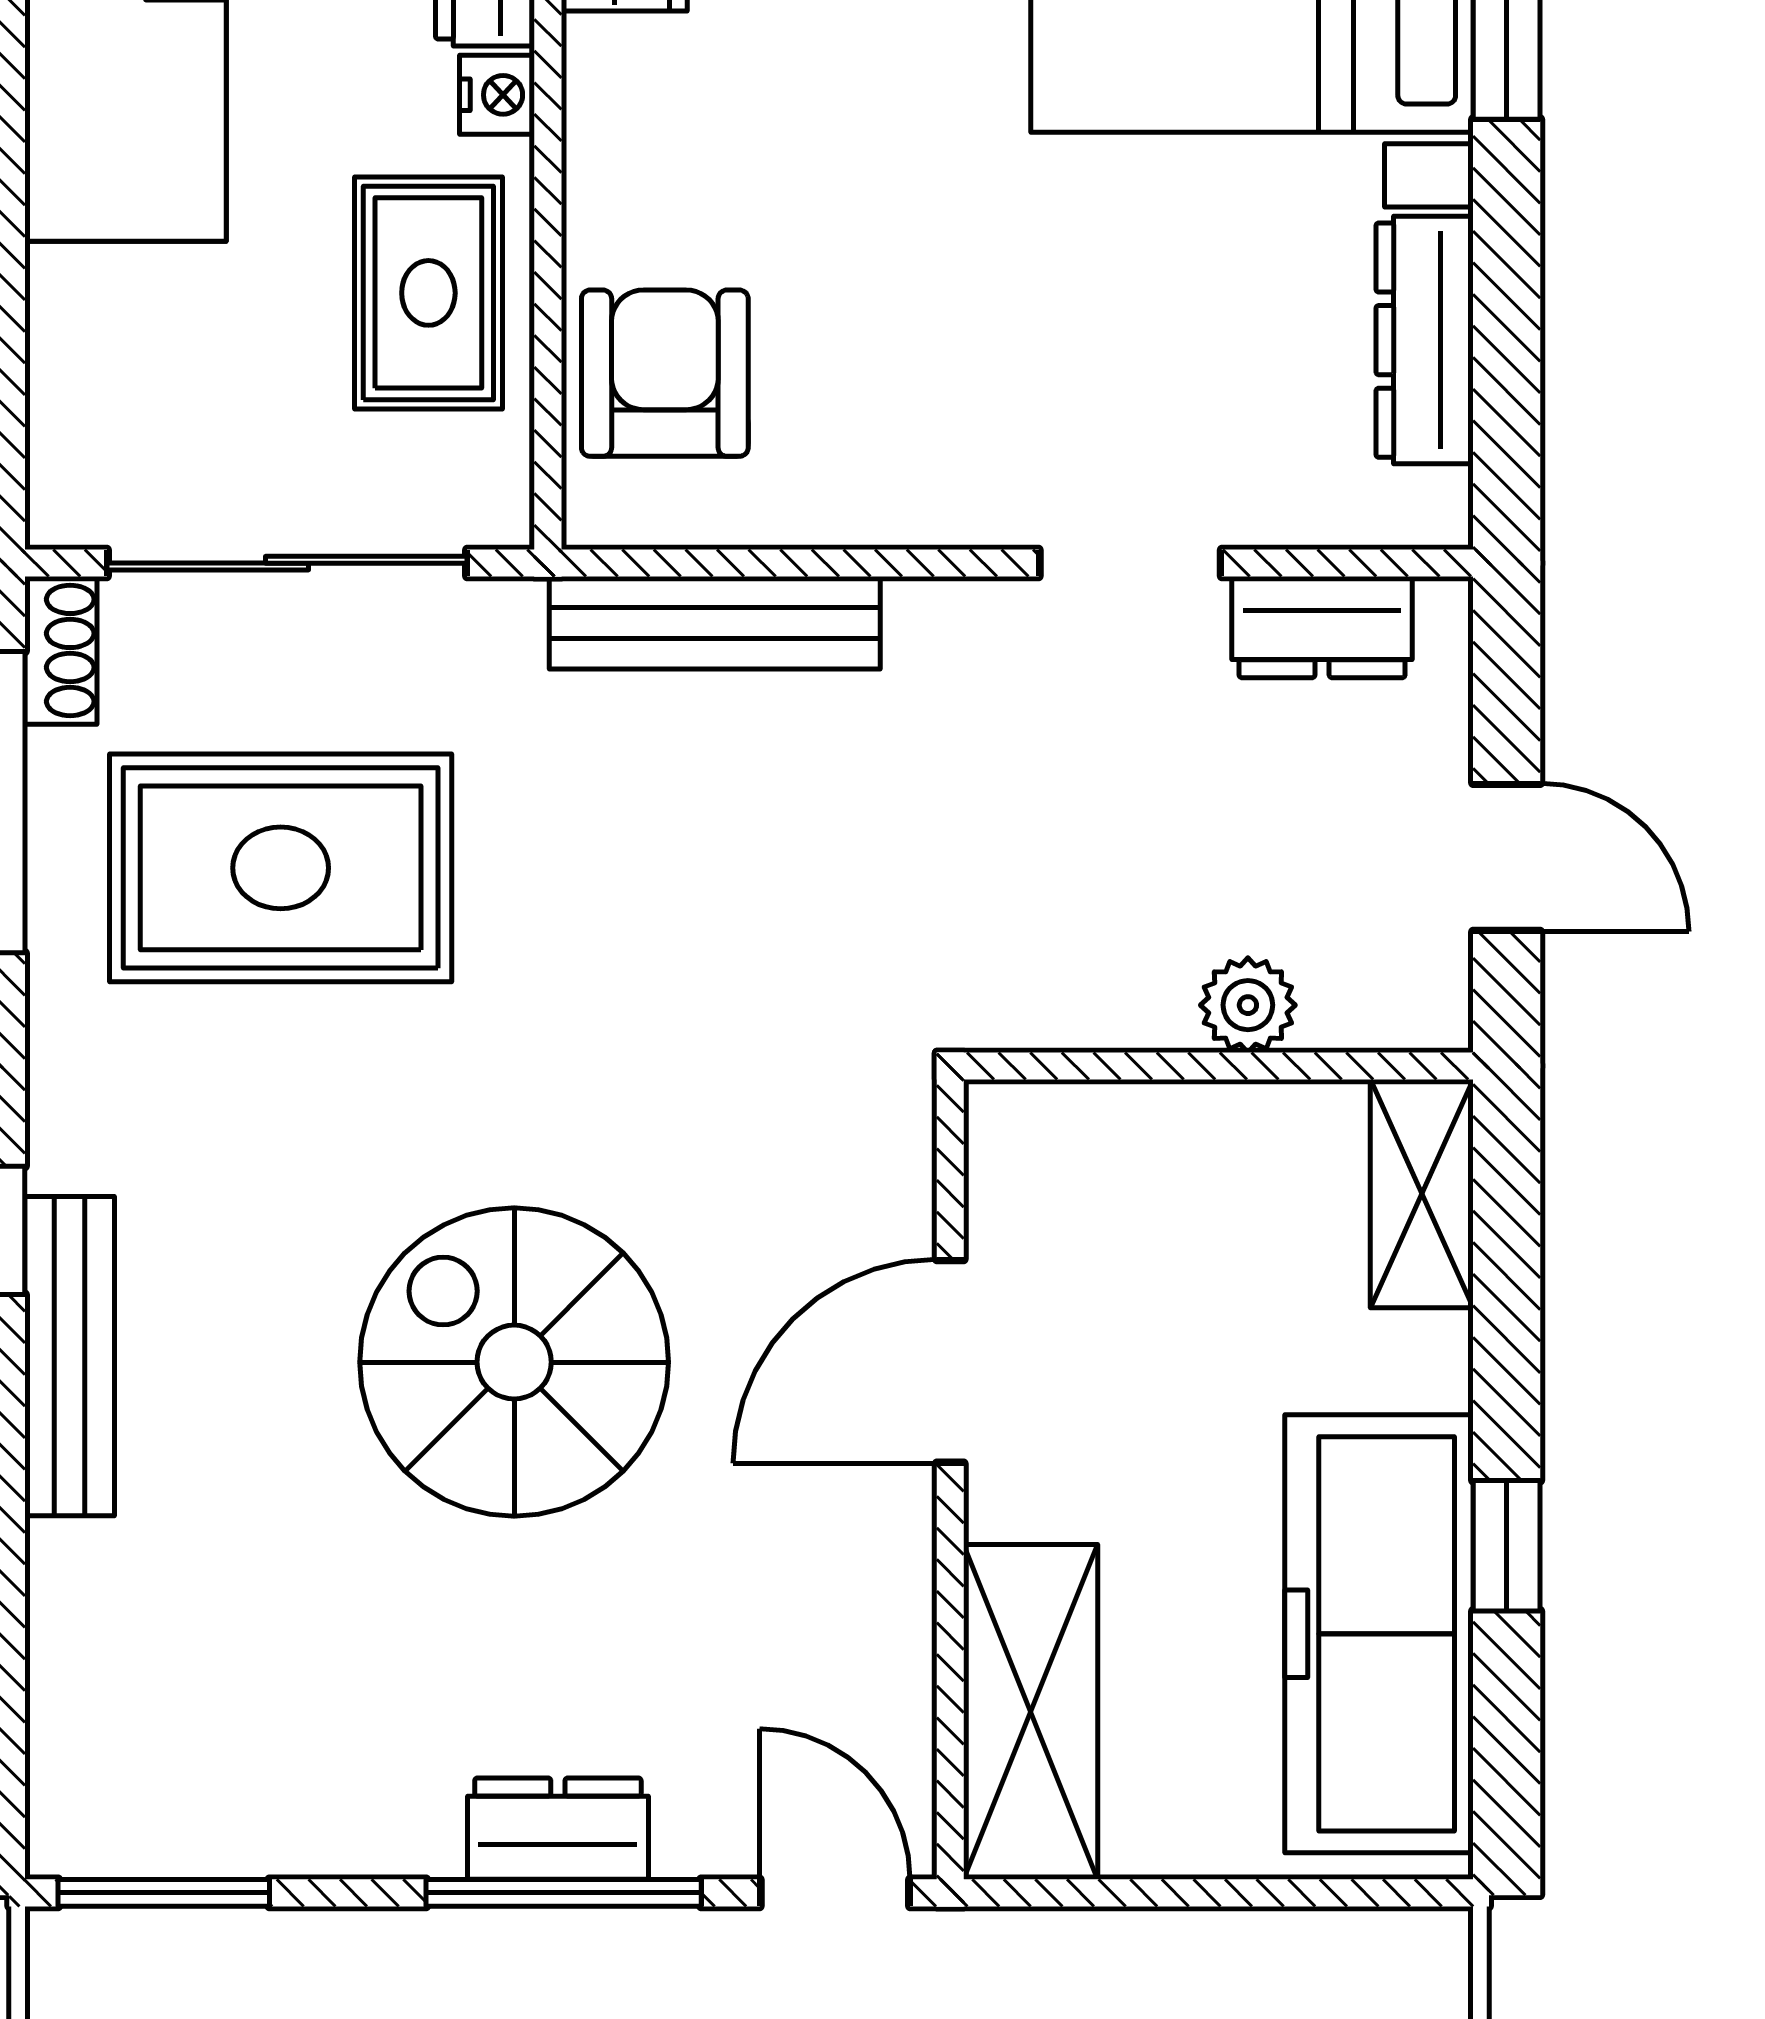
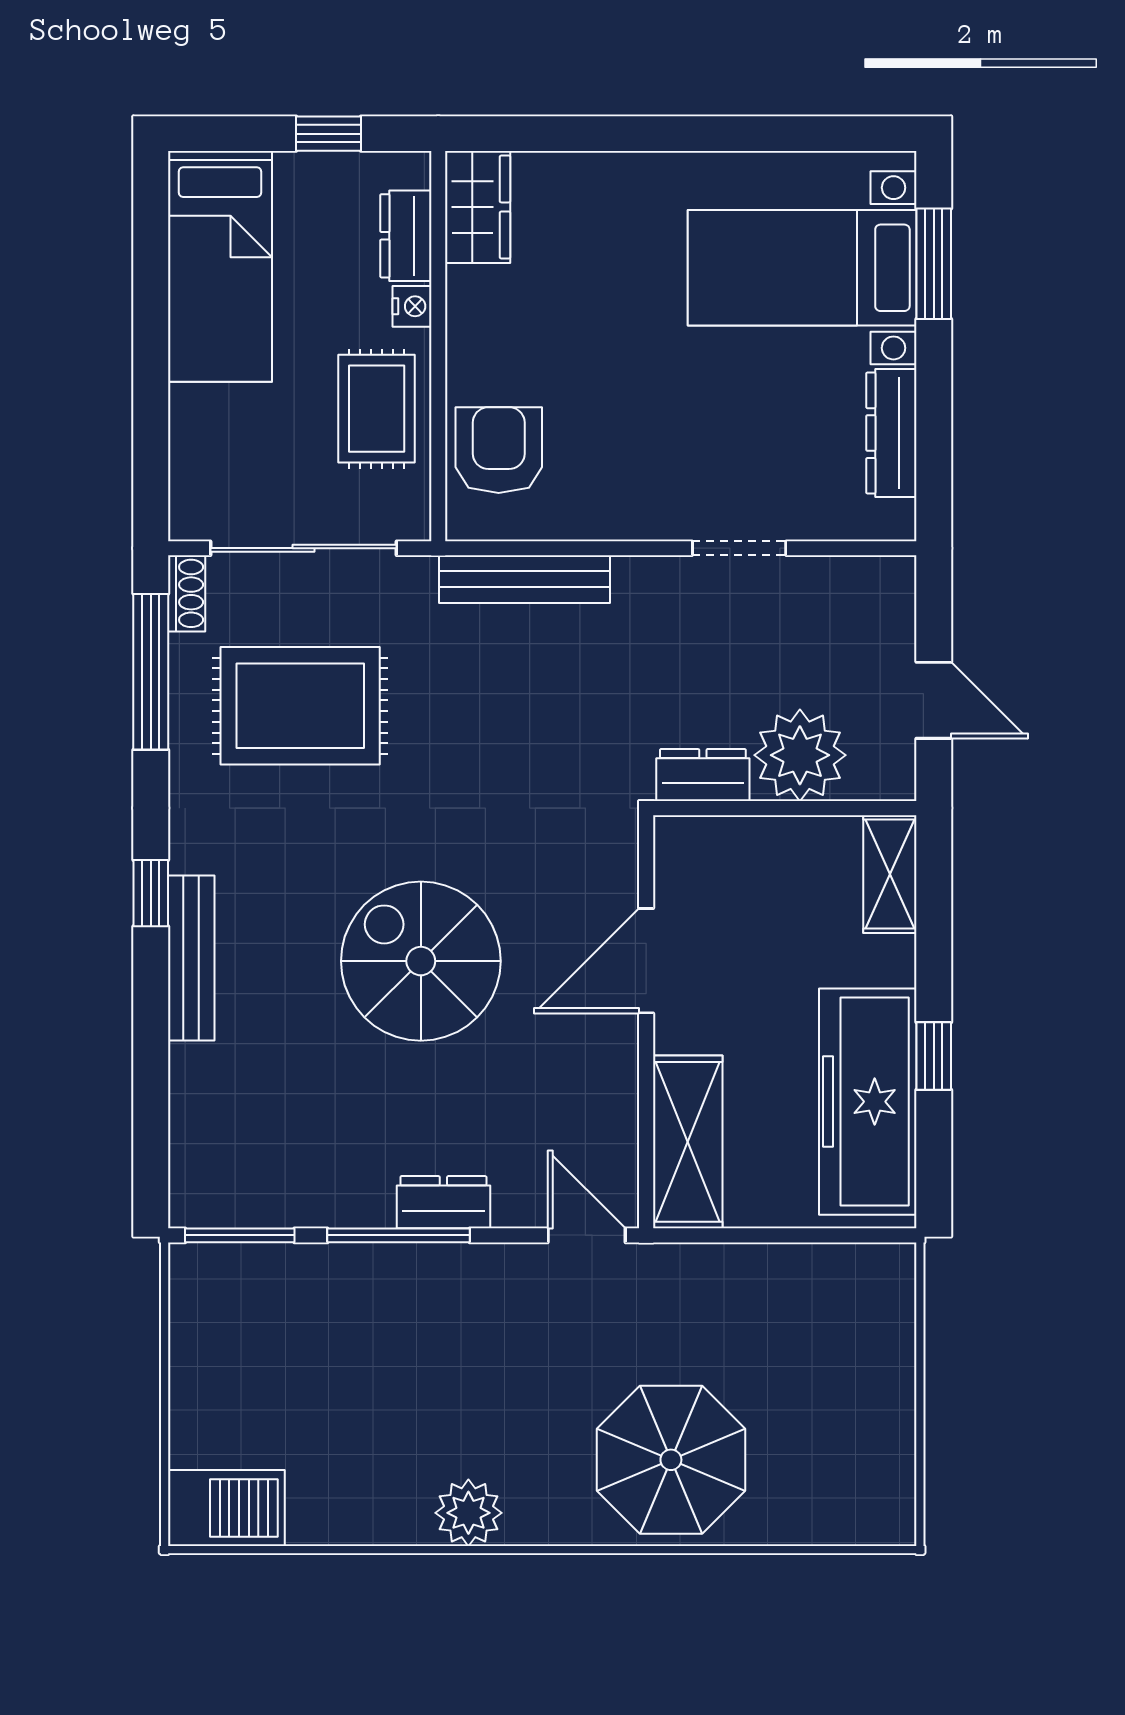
dresser: (1322, 627) -> (703, 775), moved, turned 180
plant: (1248, 1005) -> (800, 755), width x1.88, depth x1.88
window: (564, 1893) -> (398, 1235), moved

